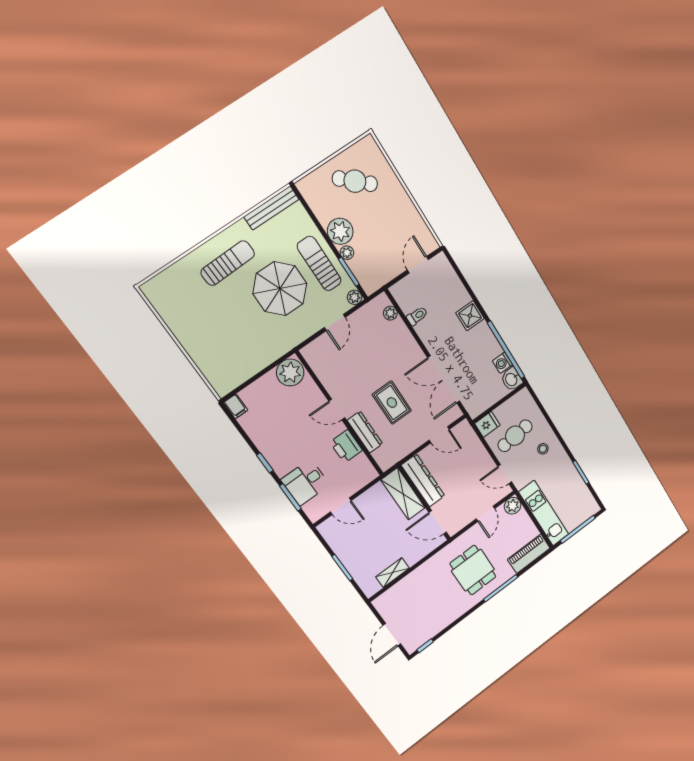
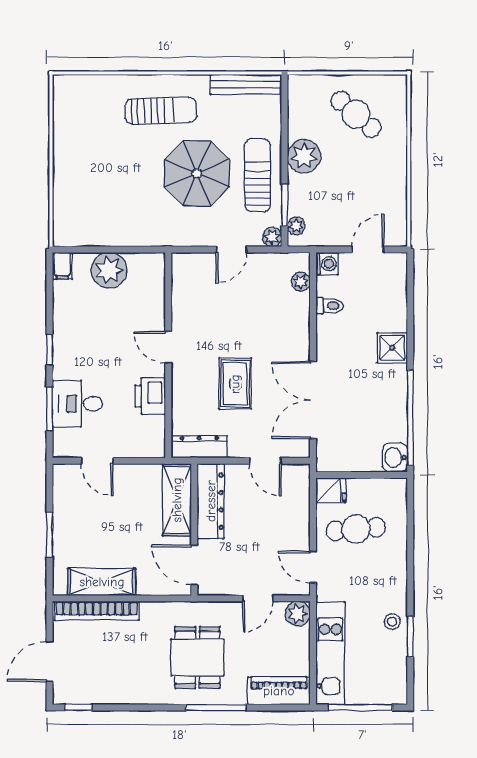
plant: (347, 253) -> (296, 226), moved
washing machine: (503, 363) -> (327, 264), moved, turned 180
plant: (290, 373) -> (109, 270), moved
dresser: (365, 432) -> (199, 447), moved, turned -90
stool: (543, 449) -> (392, 622), moved
shelving: (393, 573) -> (102, 582), width x1.50, depth x1.33
bookcase: (399, 588) -> (97, 611), added

